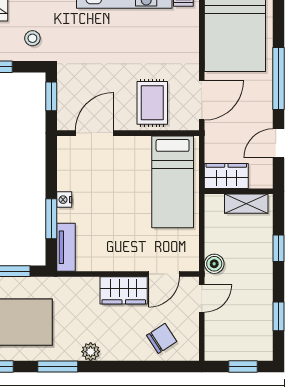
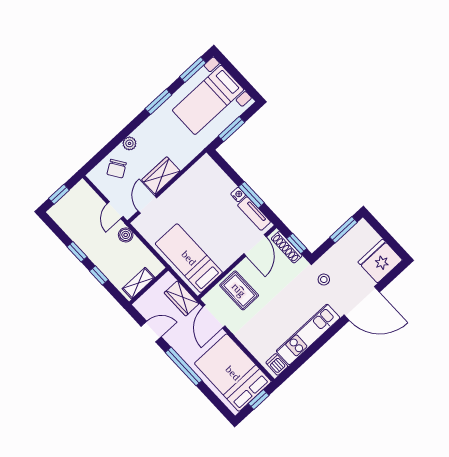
stool: (32, 38) -> (324, 280), moved
shoe rack: (65, 102) -> (287, 247), added
door: (279, 143) -> (151, 332), hinge flipped
wardrobe: (226, 176) -> (182, 298), moved, turned 90
window: (51, 219) -> (251, 195), moved
tv unit: (66, 247) -> (254, 214), moved
window: (279, 316) -> (77, 252), moved
plant: (91, 352) -> (129, 143), moved

